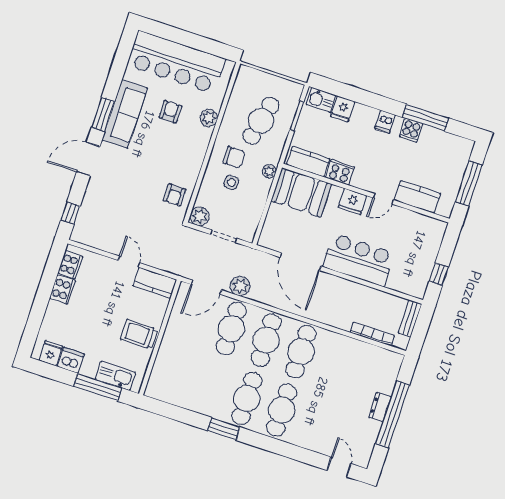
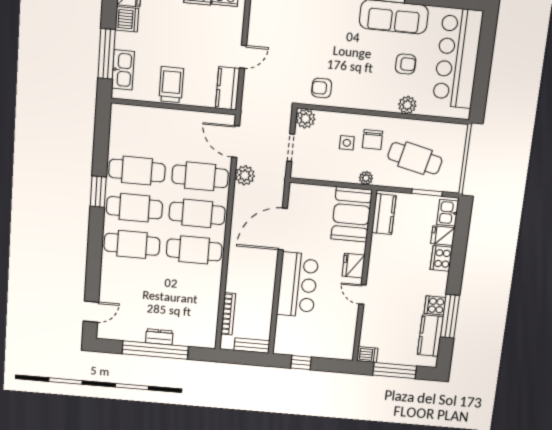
dishwasher: (385, 122) -> (367, 355), moved, turned 180
cooker: (340, 172) -> (441, 258), moved, turned 180
kitchen counter: (417, 197) -> (430, 336), moved, turned 180
cafe table: (212, 387) -> (137, 171), added

